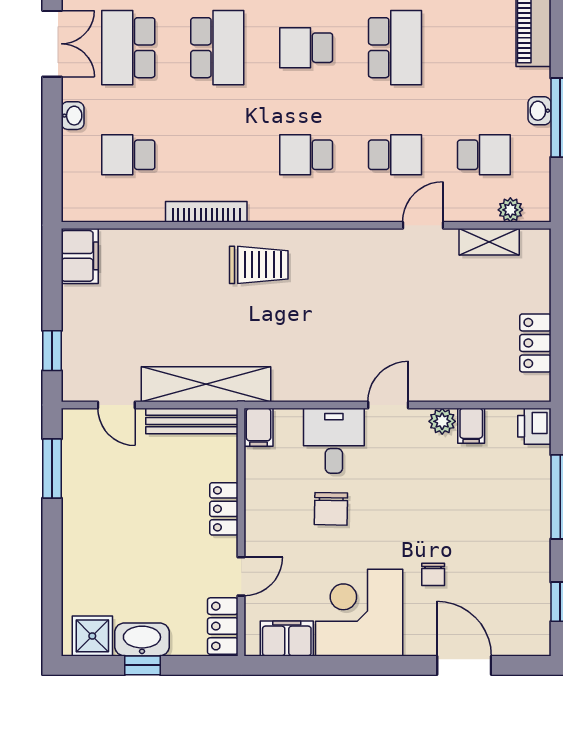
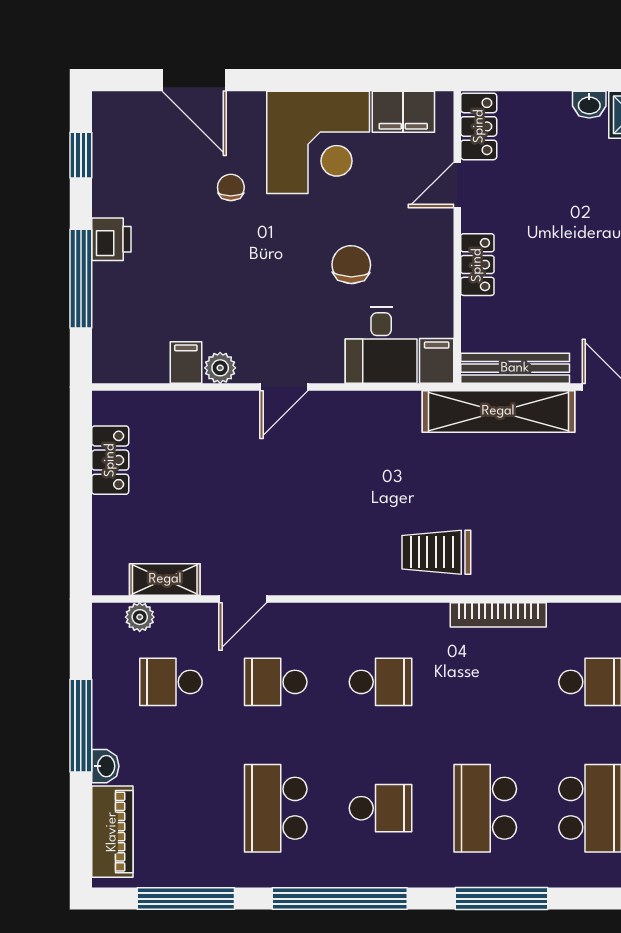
washbasin: (540, 111) -> (105, 766), moved
printer: (534, 426) -> (111, 239), moved
desk: (334, 441) -> (381, 345), moved
washbasin: (142, 639) -> (589, 105), width x0.52, depth x0.69
window: (142, 665) -> (573, 80), removed

